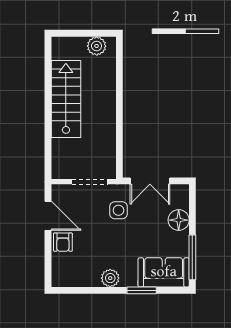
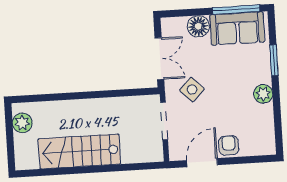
side table: (118, 210) -> (192, 90), turned 45
armchair: (63, 242) -> (229, 145), turned -90
sofa: (164, 272) -> (237, 28), moved, turned -90

